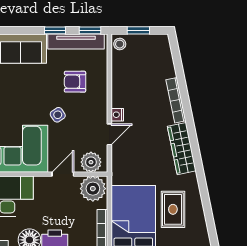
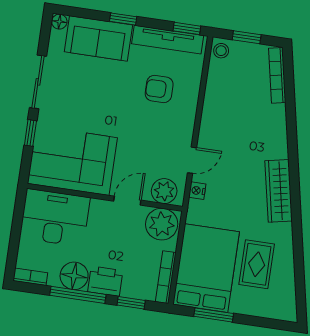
window: (55, 30) -> (123, 19), moved
bookcase: (176, 100) -> (277, 75), moved
side table: (58, 115) -> (132, 127), removed
nightstand: (117, 115) -> (197, 191), moved

